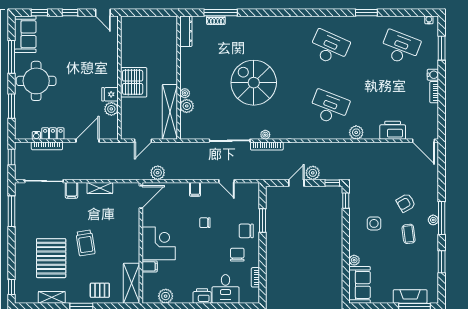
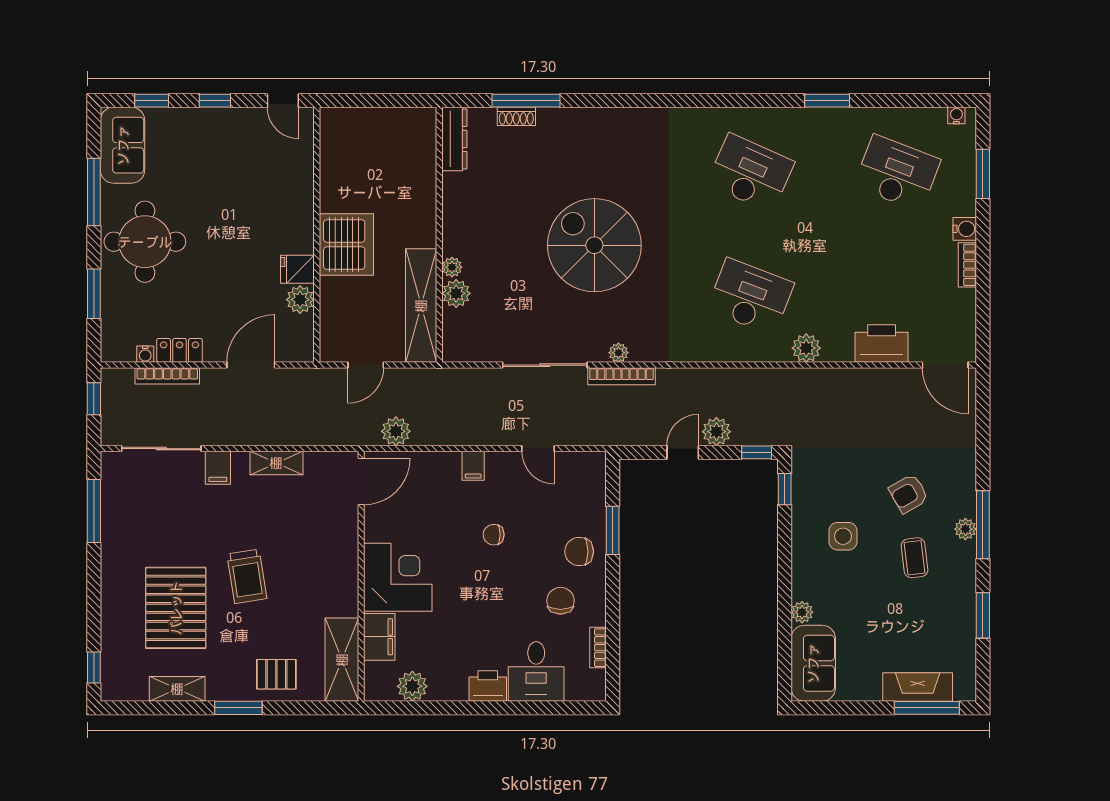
filing cabinet: (150, 266) -> (379, 637), width x2.00

